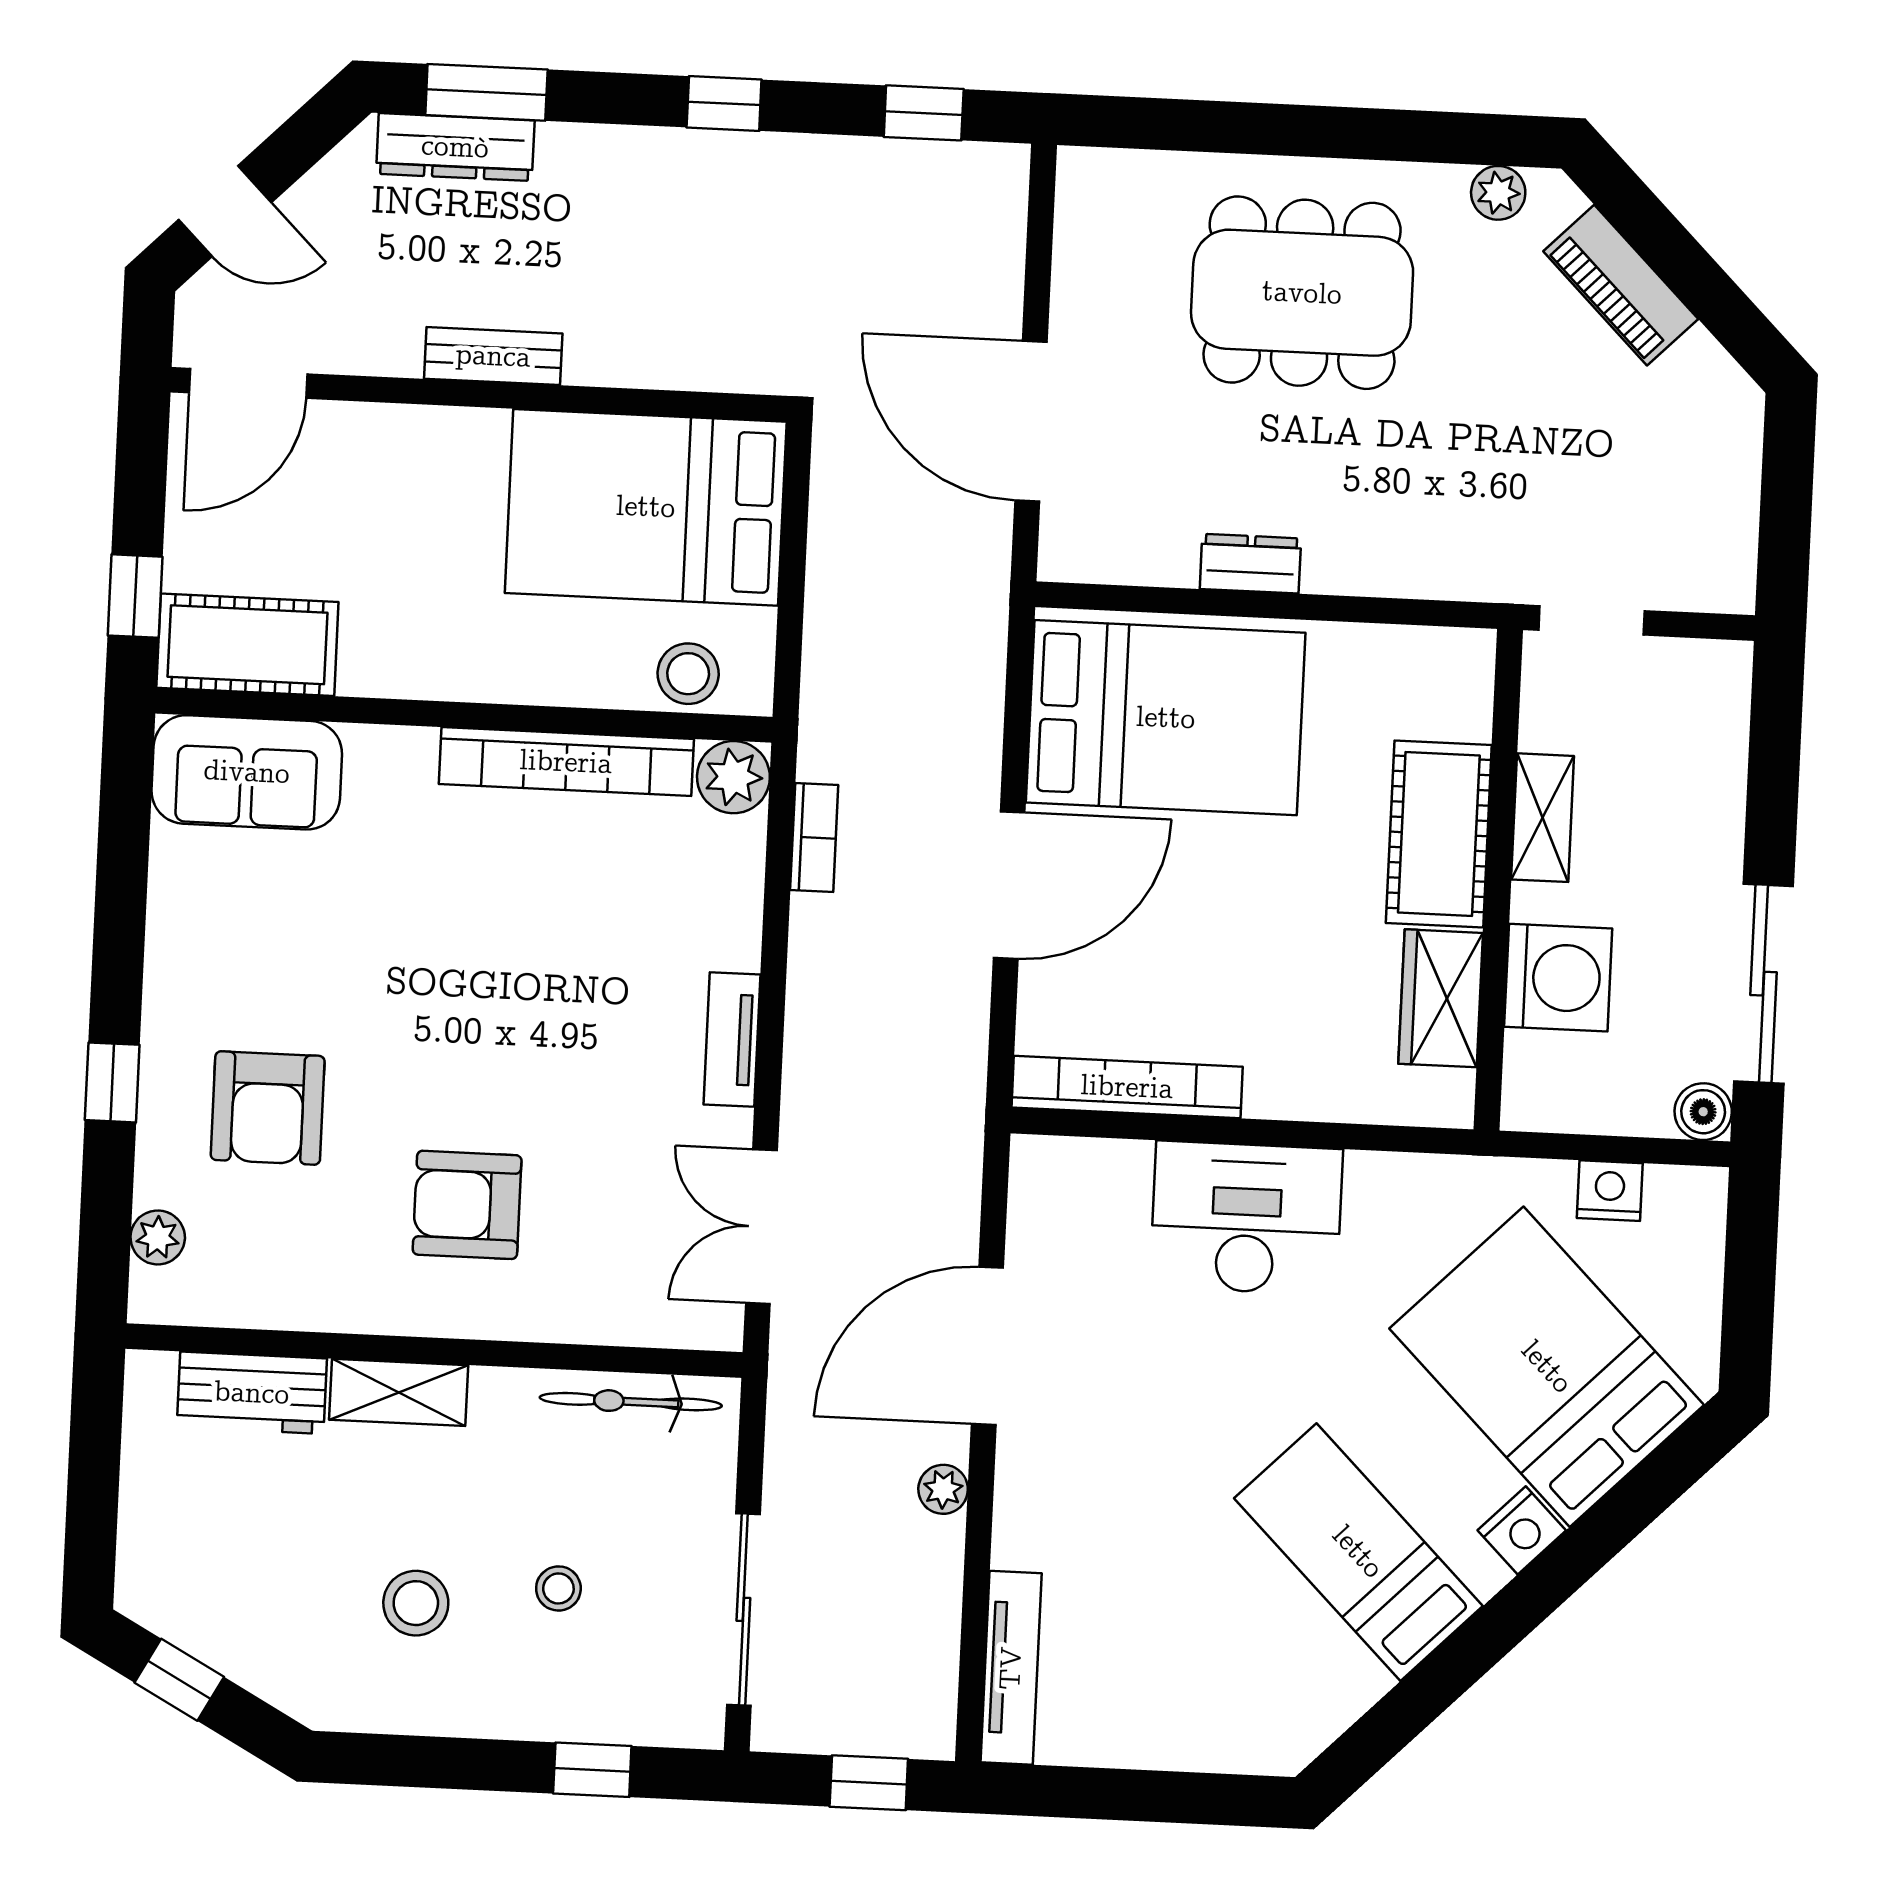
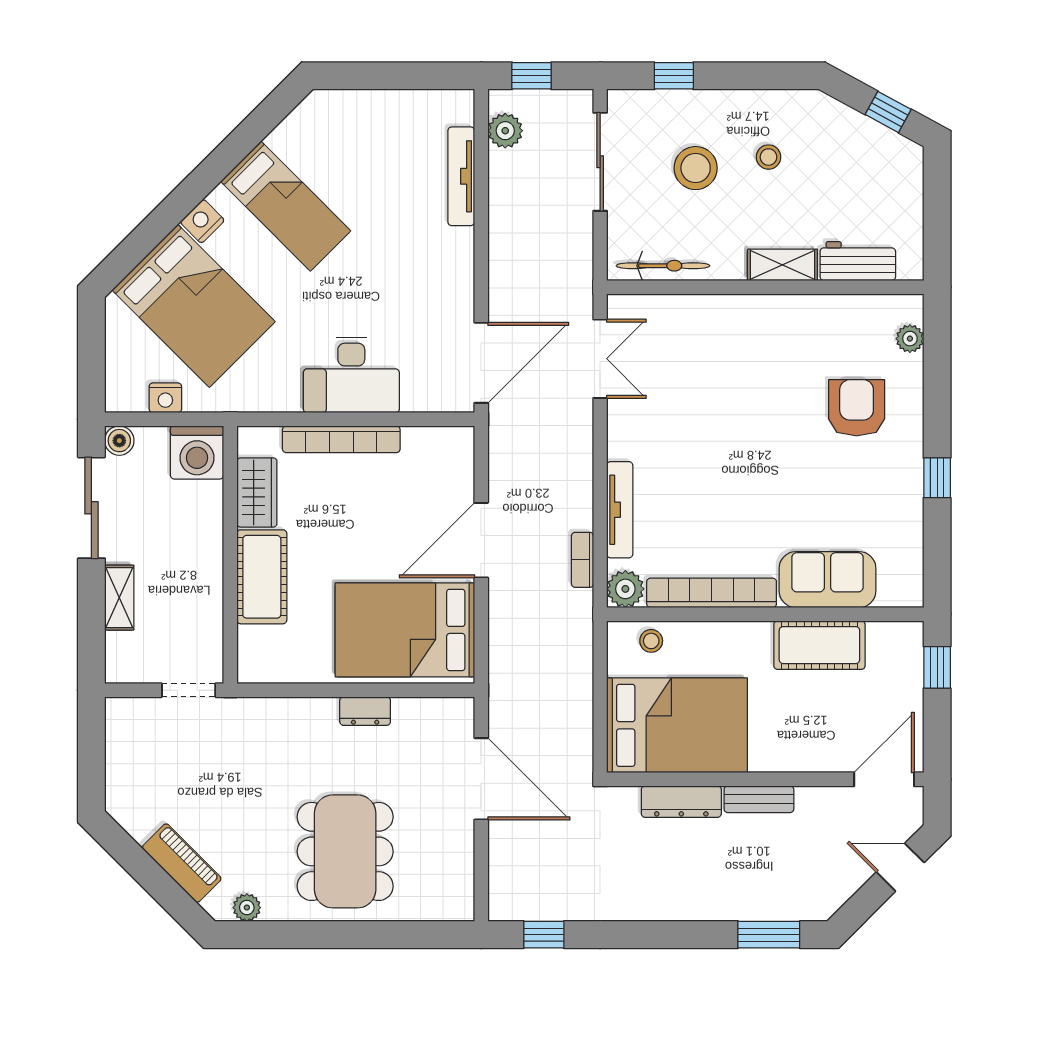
window: (724, 104) -> (647, 935), removed
dresser: (455, 147) -> (681, 802), moved, turned 180
dining table: (1302, 293) -> (345, 851), turned 90
cot: (247, 645) -> (819, 645), moved
stool: (688, 674) -> (651, 641), width x0.73, depth x0.73
sofa: (247, 772) -> (828, 580), moved
shelving: (1543, 818) -> (119, 598), moved
washing machine: (1558, 978) -> (197, 452), moved, turned -90
tv unit: (732, 1040) -> (620, 510), moved, width x1.41
window: (112, 1082) -> (937, 478), moved
bookcase: (1127, 1087) -> (341, 439), moved
armchair: (467, 1205) -> (752, 363), removed
door: (987, 1346) -> (481, 363), moved
plant: (943, 1489) -> (505, 131), moved, width x1.38, depth x1.38
stool: (558, 1588) -> (696, 168), width x1.89, depth x1.89
stool: (416, 1603) -> (768, 157), width x0.73, depth x0.73
tv unit: (1011, 1668) -> (461, 176), moved

